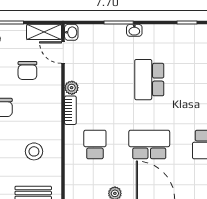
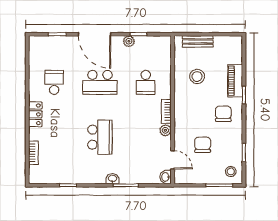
shelving: (44, 32) -> (189, 177), removed

